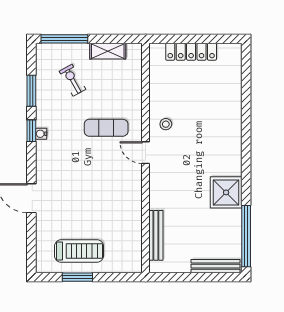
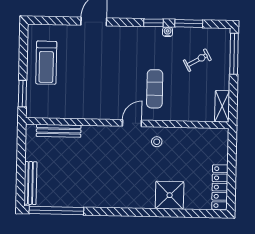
shelving: (108, 51) -> (222, 106), moved
locker: (191, 52) -> (220, 187), moved
water cooler: (41, 134) -> (168, 32), moved
shower: (226, 192) -> (170, 195), moved
window: (77, 277) -> (22, 94), moved

